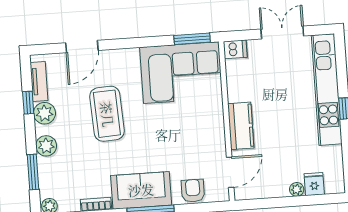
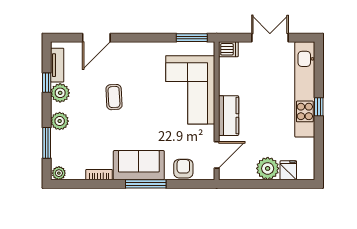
corner sofa: (181, 73) -> (190, 90), moved, turned 90
coffee table: (107, 114) -> (114, 97), width x0.54, depth x0.58
plant: (297, 189) -> (268, 168), width x1.88, depth x1.88

